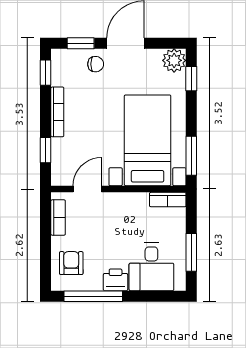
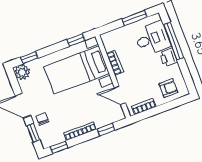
window: (191, 156) -> (76, 40), width x0.67
bookcase: (168, 200) -> (115, 63), moved
armchair: (71, 263) -> (168, 88), turned 180
window: (93, 296) -> (174, 41), moved

